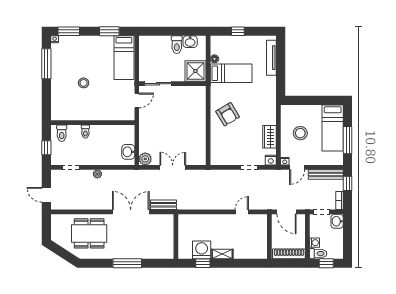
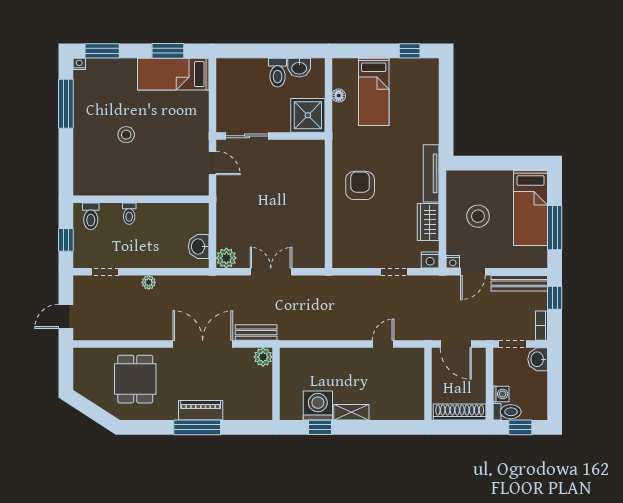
window: (238, 31) -> (410, 51), moved
bed: (124, 58) -> (173, 74), moved, turned 90
tv unit: (271, 58) -> (431, 173), moved
bed: (231, 73) -> (374, 92), moved, turned 90
door: (137, 100) -> (213, 163), hinge flipped
armchair: (228, 114) -> (360, 185), turned -149
door: (46, 195) -> (66, 316), hinge flipped
plant: (168, 220) -> (263, 357), added
dining table: (89, 233) -> (135, 379), width x0.73
piano: (129, 253) -> (201, 410), added

